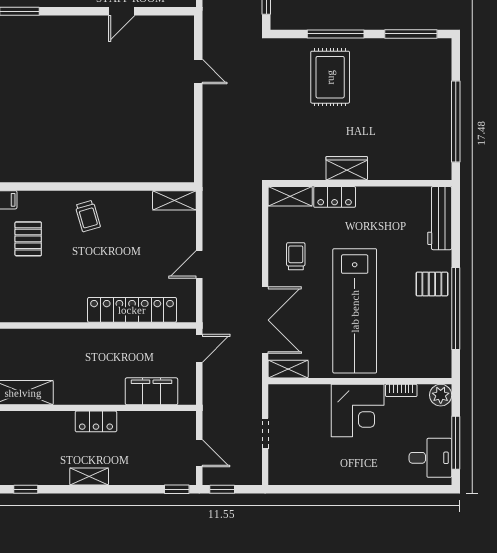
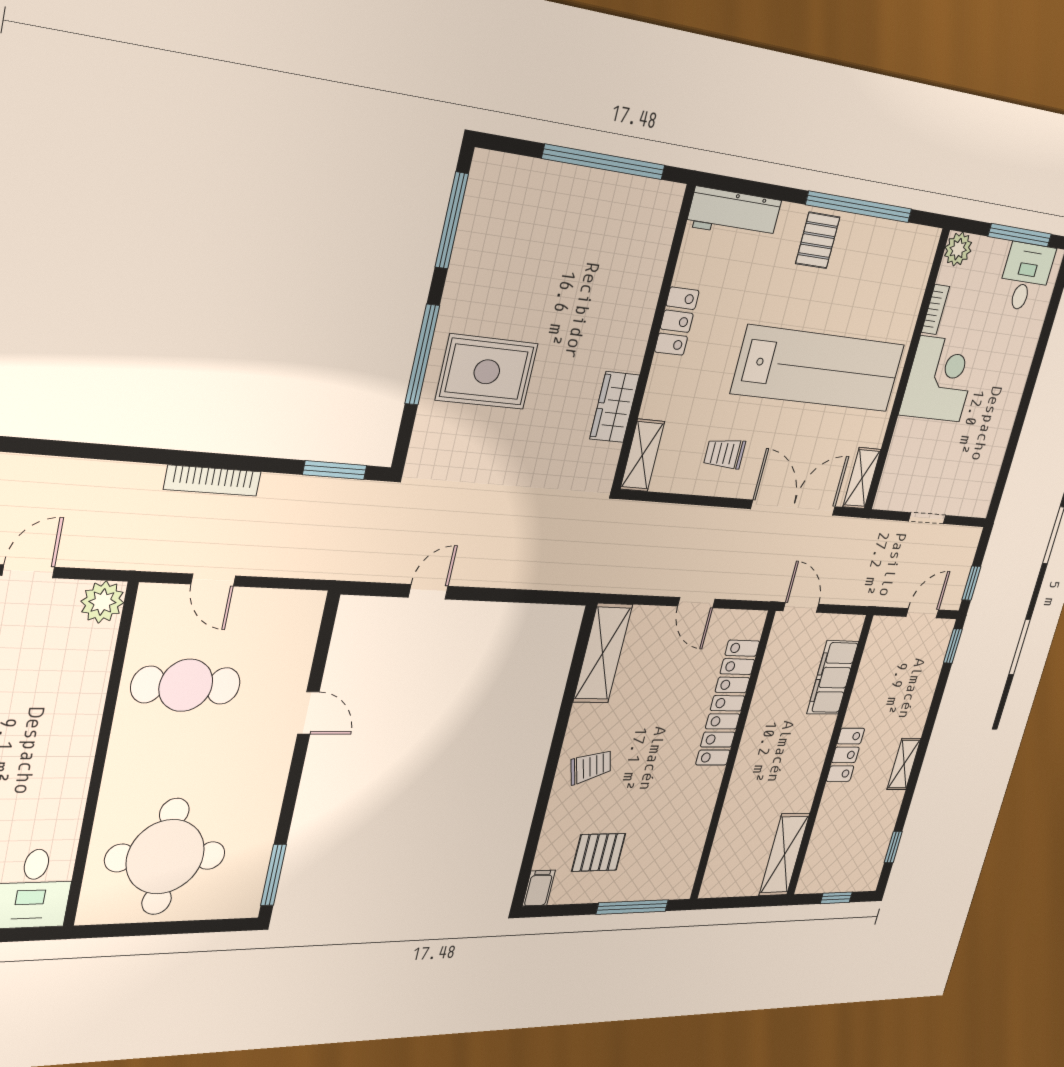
wardrobe: (347, 168) -> (615, 407), moved
locker: (335, 197) -> (677, 321), moved
shelving: (174, 200) -> (603, 653), width x1.50, depth x1.33

